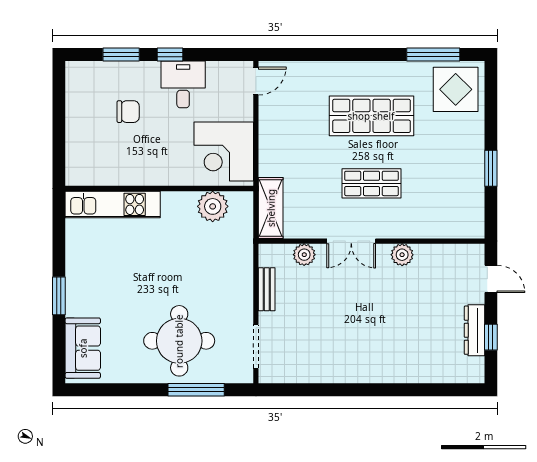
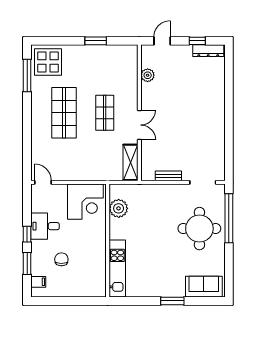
filing cabinet: (91, 73) -> (38, 282), added
shelving: (271, 208) -> (130, 162), moved, turned 90
plant: (304, 255) -> (148, 153), removed
plant: (402, 255) -> (148, 75), moved
dresser: (475, 330) -> (208, 51), moved
window: (196, 390) -> (229, 218), width x1.46

